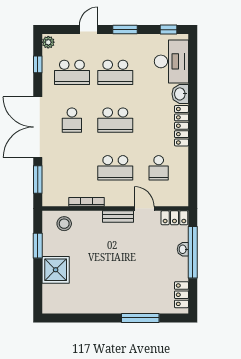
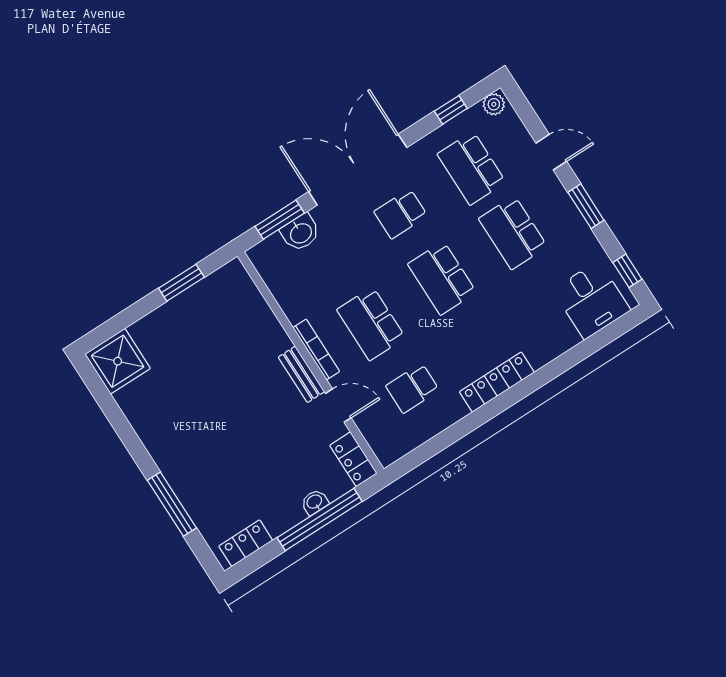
desk: (171, 61) -> (592, 300), width x0.73
washbasin: (180, 94) -> (300, 233), moved, turned 180
bookcase: (86, 202) -> (316, 349), moved
door: (144, 209) -> (338, 406), hinge flipped
stool: (64, 224) -> (239, 301), removed
shower: (56, 270) -> (118, 361), moved

